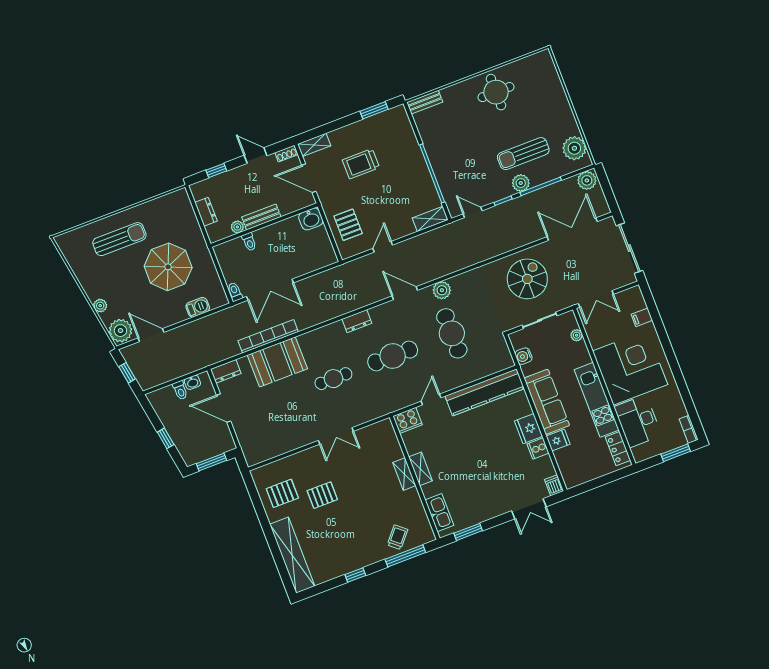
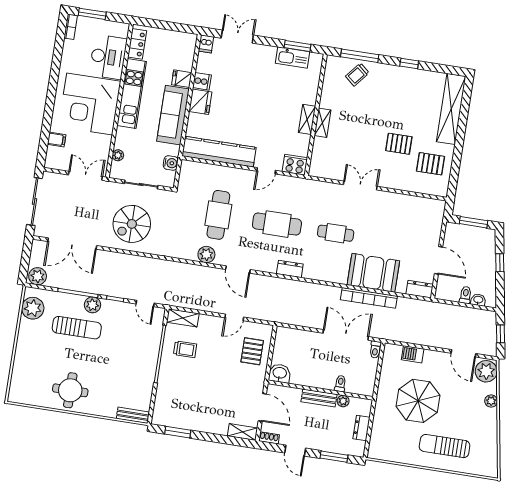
trolley: (361, 164) -> (185, 349), moved, width x0.73, depth x0.72
window: (216, 171) -> (334, 457), width x1.50
washbasin: (192, 382) -> (478, 300), moved
kitchen sink: (439, 513) -> (293, 58), moved, turned -90

